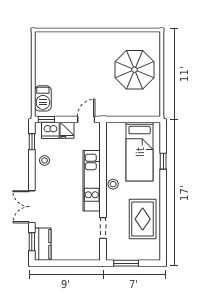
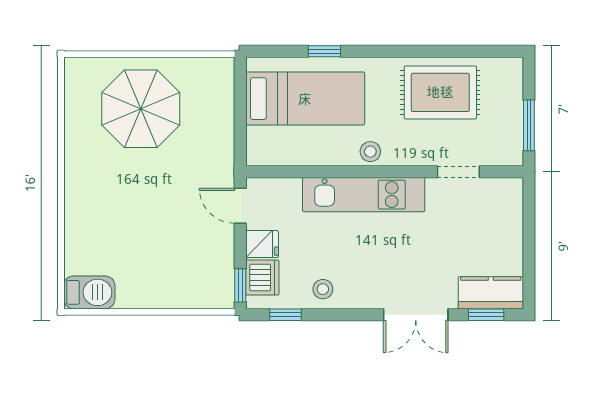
barbecue: (43, 98) -> (89, 292), moved

